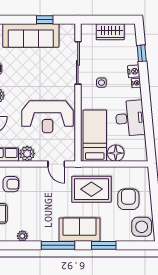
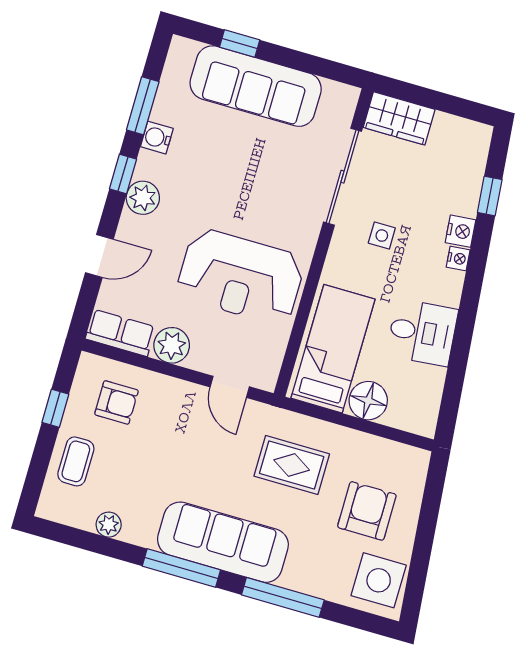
window: (45, 20) -> (240, 44), moved
wardrobe: (110, 32) -> (399, 118), moved
desk: (130, 118) -> (422, 332), width x0.73
rug: (91, 189) -> (292, 465), width x0.73, depth x0.70
sofa: (80, 230) -> (223, 542), width x1.36
window: (104, 245) -> (283, 597), width x1.44

